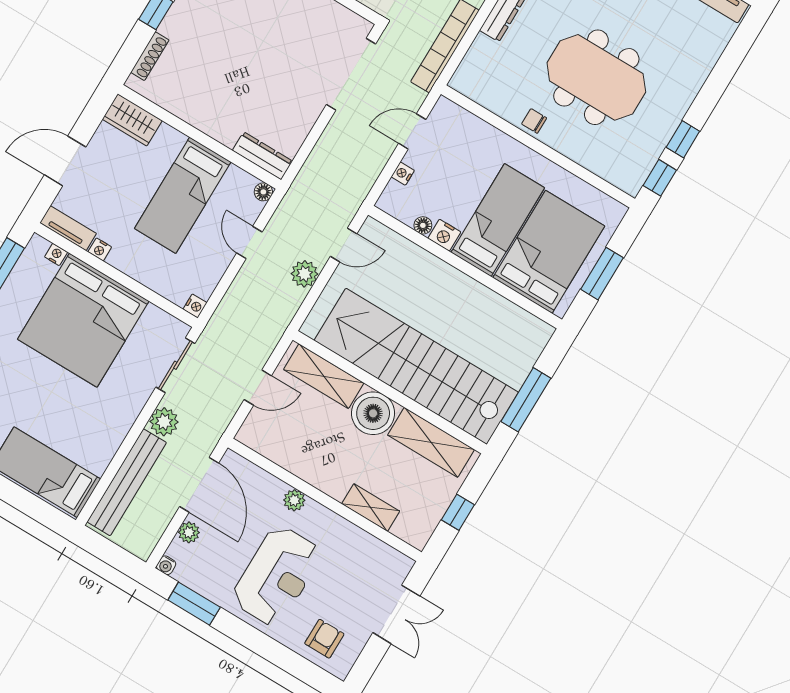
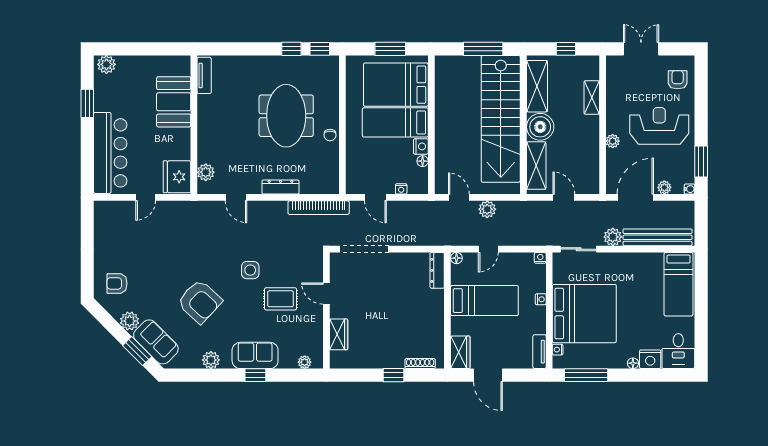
door: (65, 161) -> (488, 375), moved
nightstand: (100, 249) -> (541, 299), moved
armchair: (324, 639) -> (678, 80), turned 90

